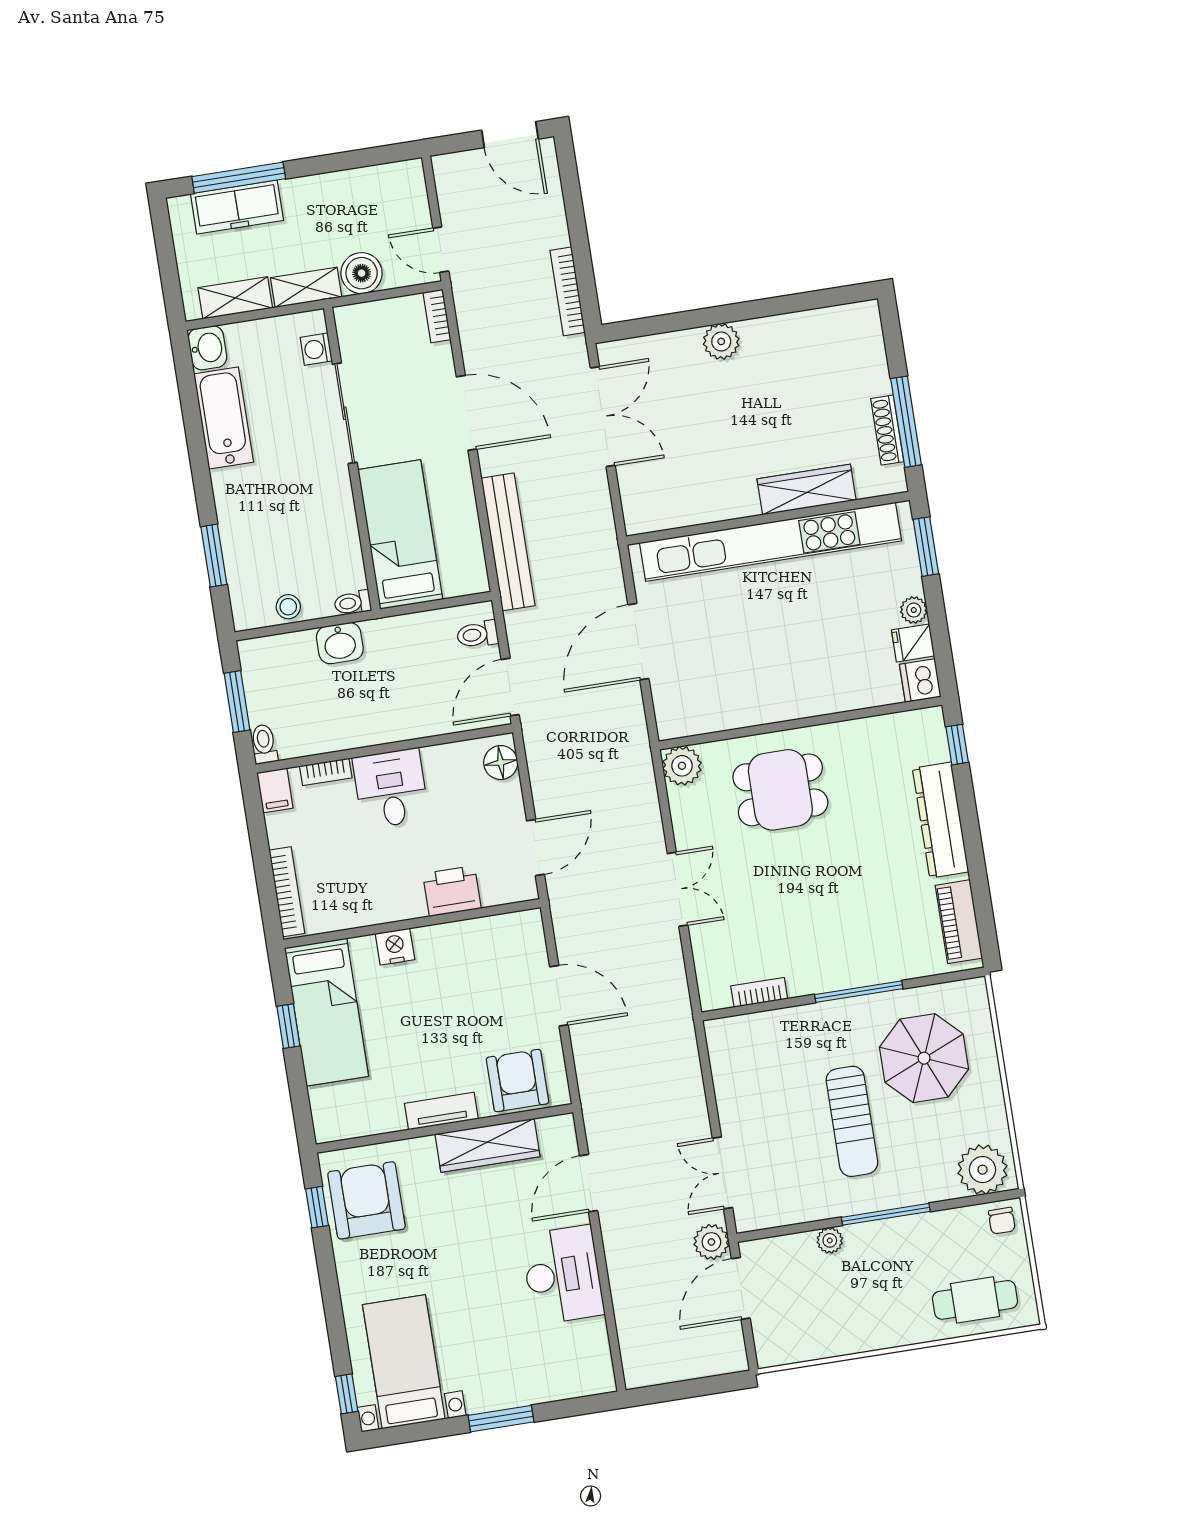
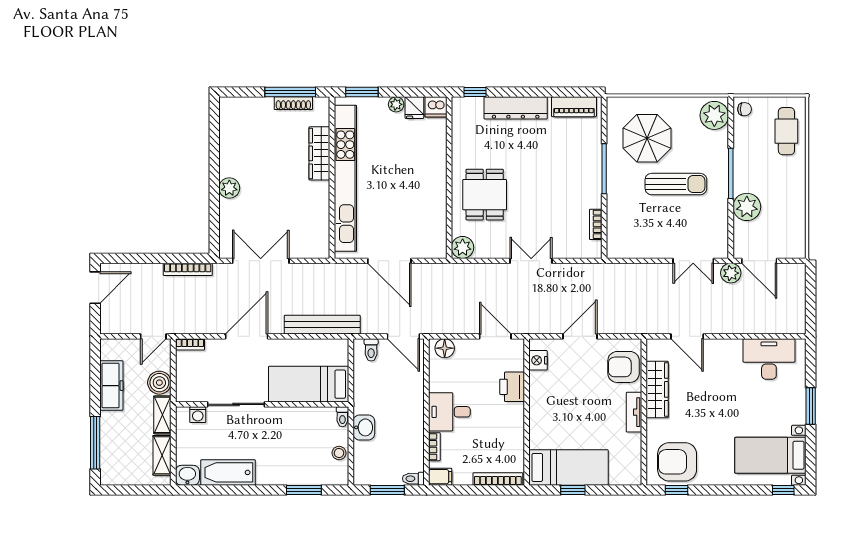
freezer: (237, 207) -> (111, 386), moved
nightstand: (395, 947) -> (538, 360), moved
plant: (830, 1240) -> (747, 207), width x1.87, depth x1.87
desk: (563, 1275) -> (769, 359), moved

